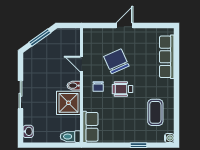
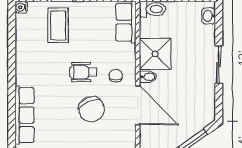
door: (82, 64) -> (138, 105), width x1.88
wheelchair: (122, 89) -> (83, 72), turned 180
coffee table: (155, 112) -> (58, 25), moved

